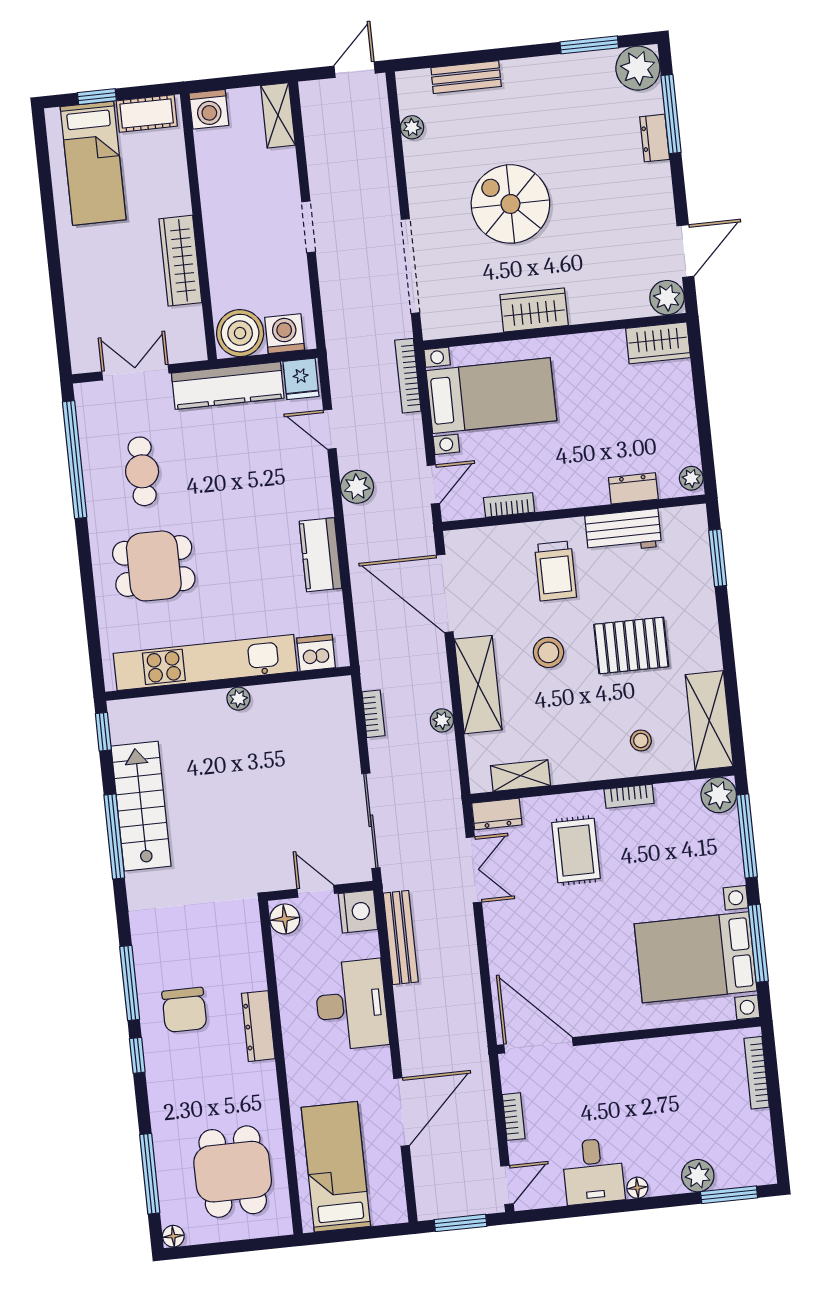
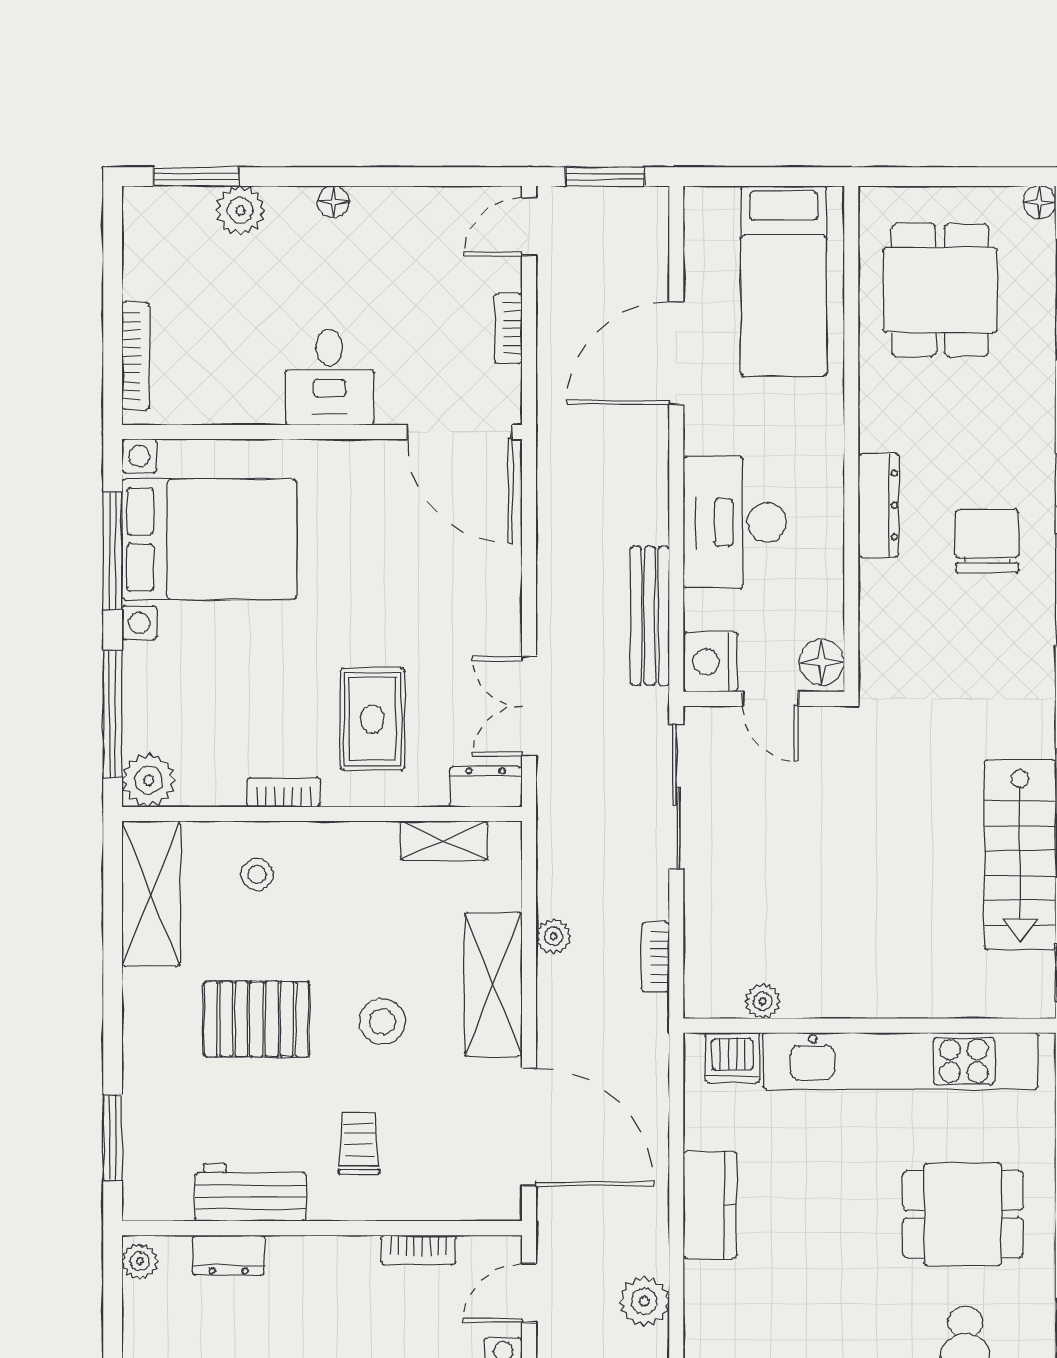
trolley: (555, 571) -> (359, 1143), width x0.73, depth x0.72
plant: (238, 699) -> (763, 1001), moved
desk: (593, 1171) -> (329, 377), moved, turned 180

